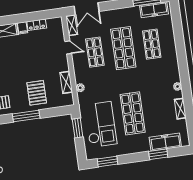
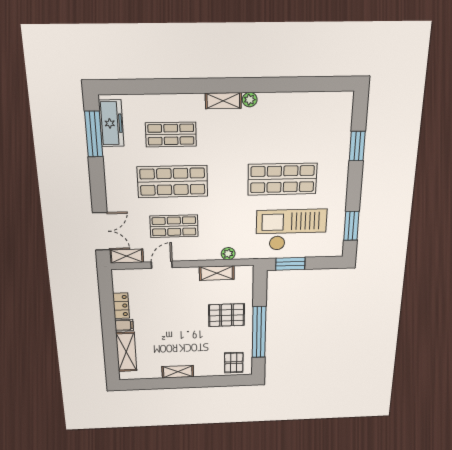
shelving: (180, 109) -> (223, 101), moved
window: (26, 116) -> (259, 332), width x1.46
freezer: (165, 142) -> (340, 132), removed

